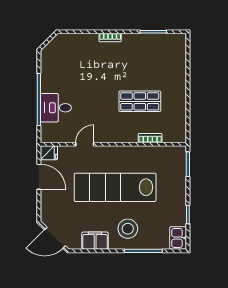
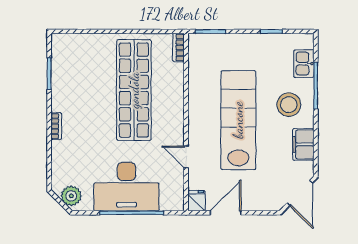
plant: (53, 50) -> (71, 196), added
shop shelf: (140, 101) -> (134, 90), width x2.00, depth x1.36
desk: (56, 108) -> (126, 187), width x1.87, depth x1.30
bookcase: (150, 138) -> (178, 48), moved
lab bench: (115, 187) -> (238, 120), turned 180
kitchen sink: (178, 238) -> (304, 64), moved, turned 90

